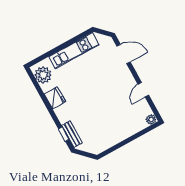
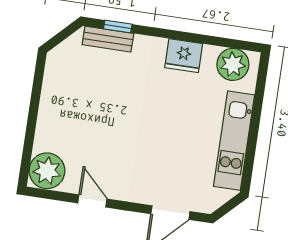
plant: (151, 119) -> (47, 171), width x1.88, depth x1.88

